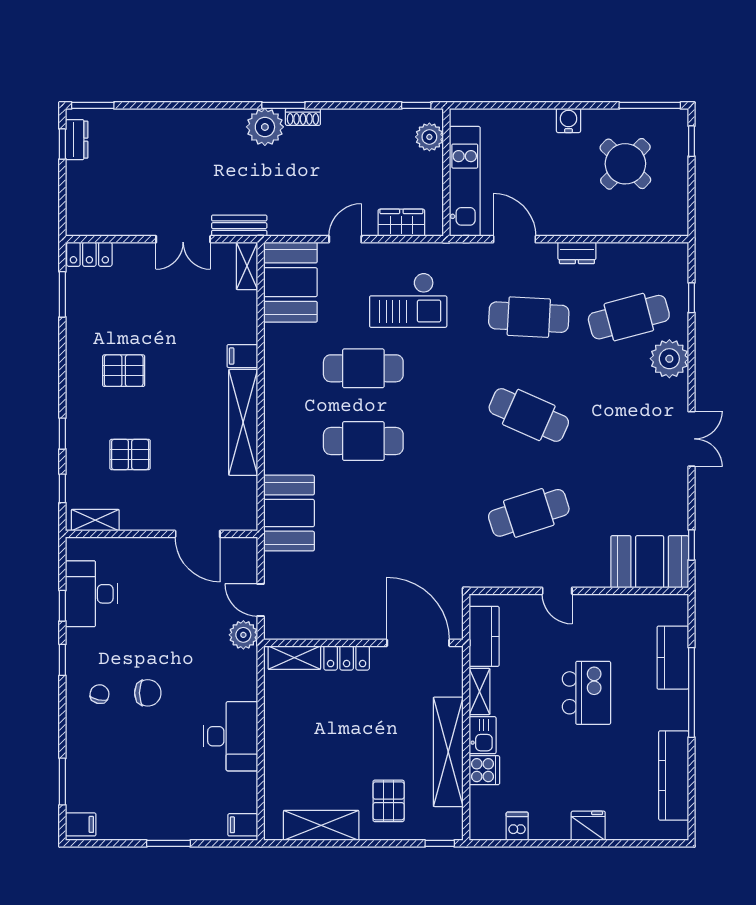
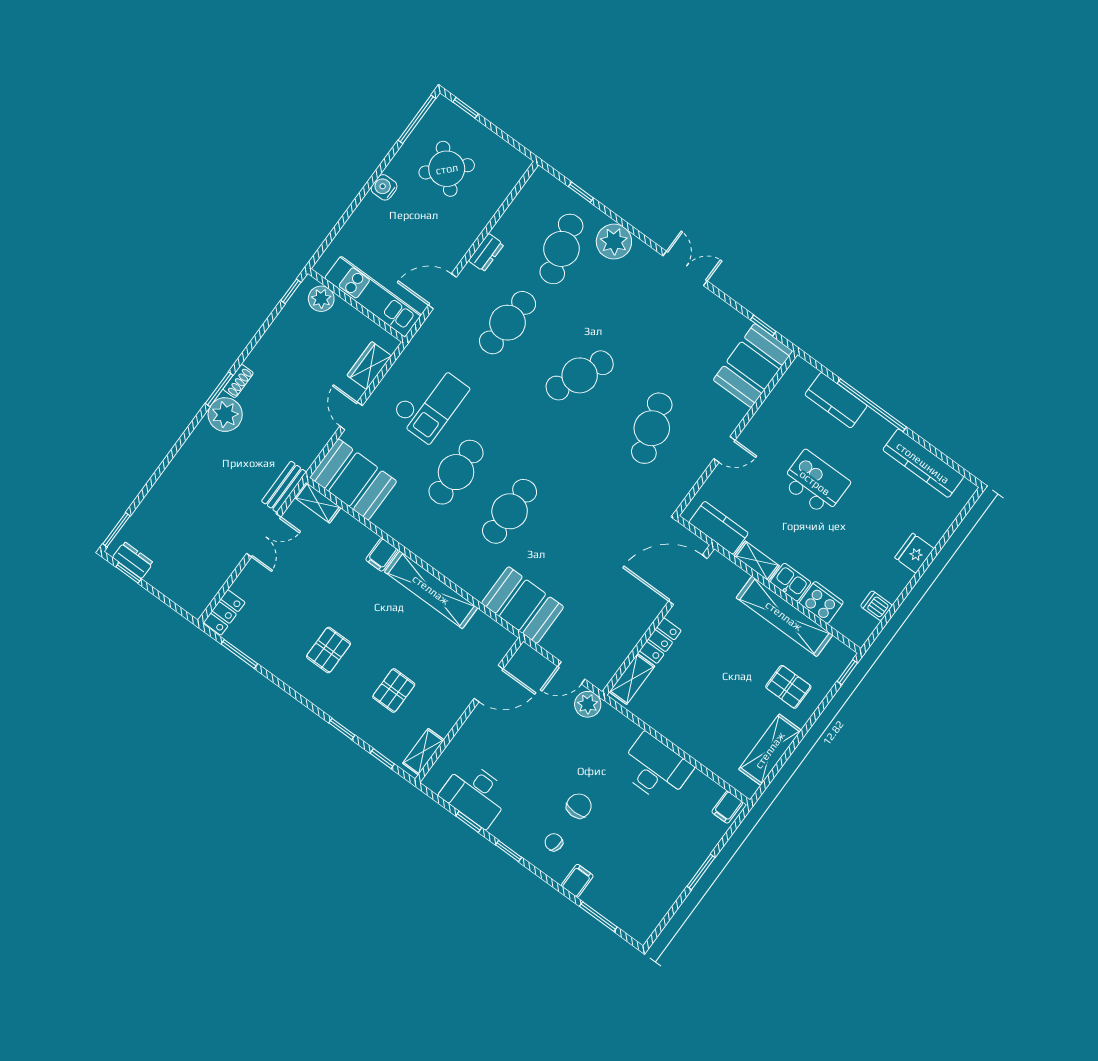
cooker: (484, 770) -> (821, 603), width x1.36
filing cabinet: (81, 824) -> (577, 881), moved

